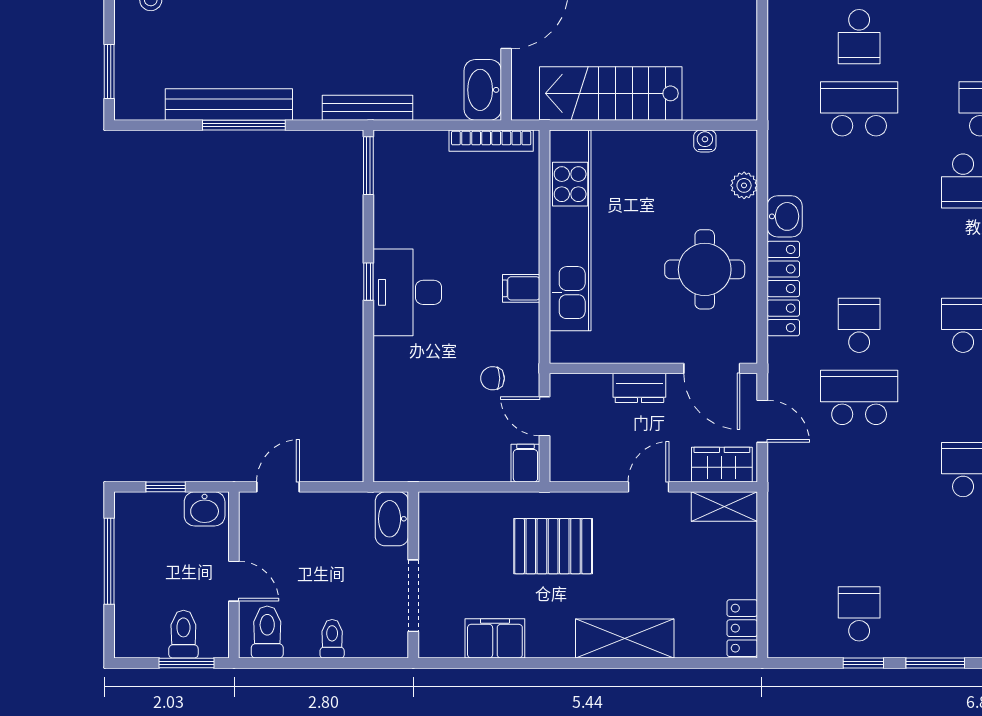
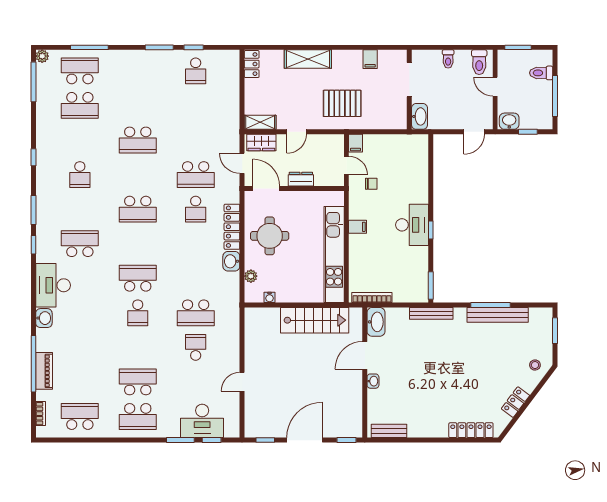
toilet: (183, 634) -> (541, 73), moved, turned 90
filing cabinet: (495, 638) -> (370, 59), width x0.50

